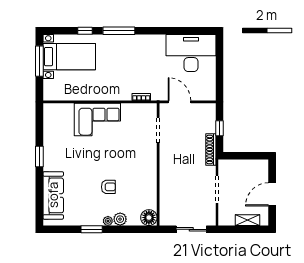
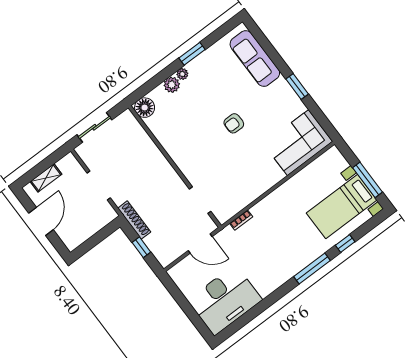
corner sofa: (97, 120) -> (298, 143), moved
armchair: (108, 187) -> (234, 123), moved

